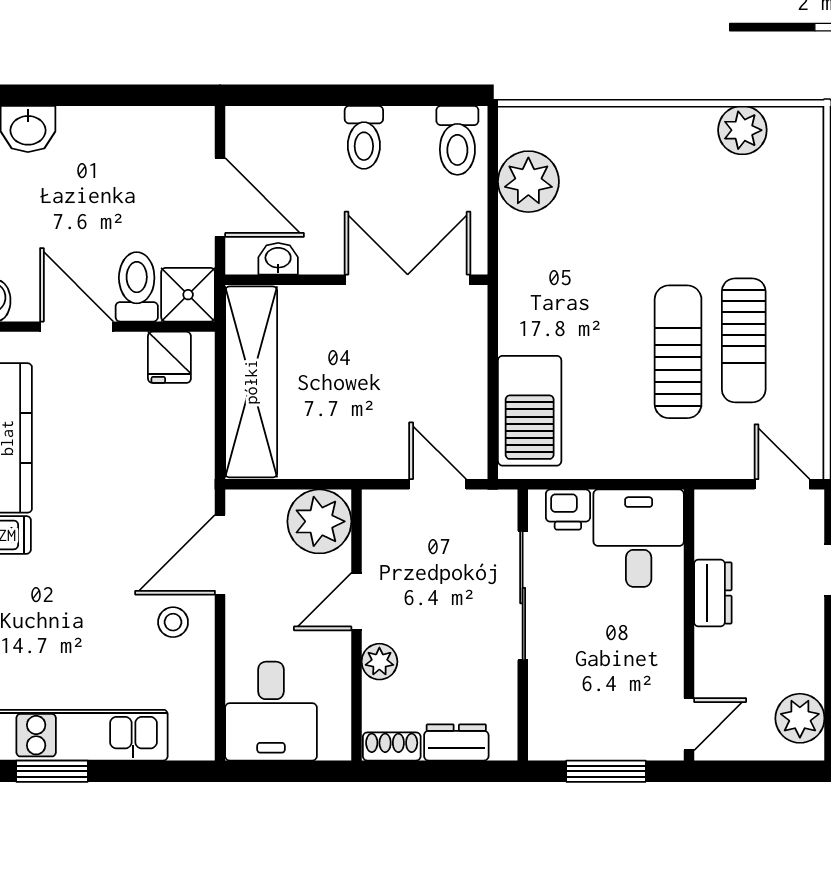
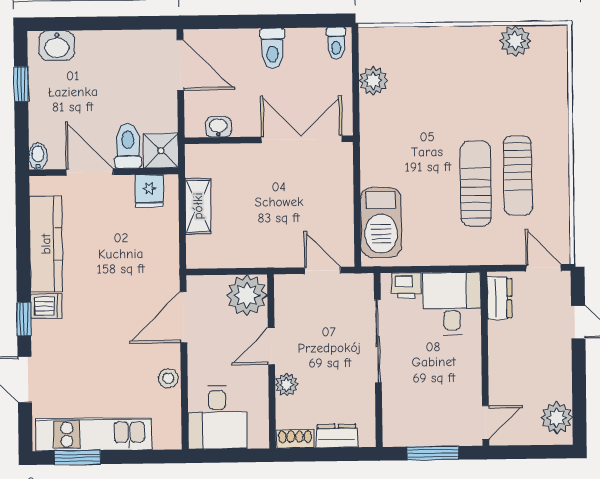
toilet: (457, 140) -> (336, 43), width x0.73, depth x0.72
plant: (528, 182) -> (373, 81), width x0.73, depth x0.73
door: (220, 197) -> (180, 65), moved
shelving: (251, 382) -> (198, 206), width x0.45, depth x0.75
dresser: (713, 593) -> (499, 298), moved
stool: (173, 622) -> (168, 378), moved

